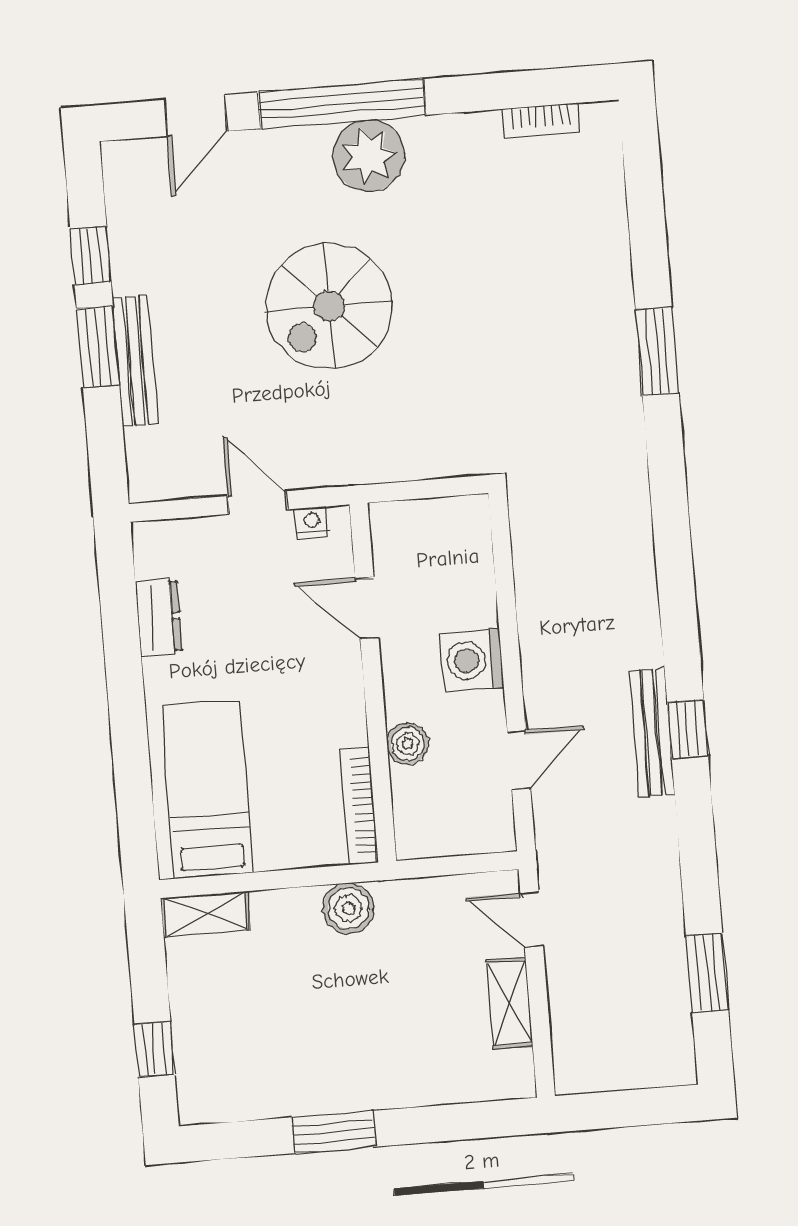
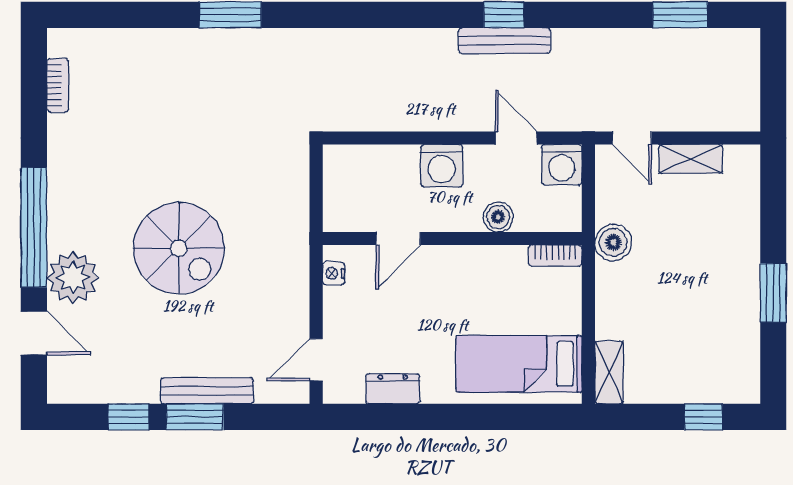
plant: (369, 156) -> (73, 277), moved
door: (257, 503) -> (316, 360), moved
bookcase: (359, 806) -> (555, 256), width x0.64
washing machine: (487, 826) -> (562, 165), added
boiler: (349, 908) -> (613, 242), moved
door: (532, 919) -> (632, 138), hinge flipped

